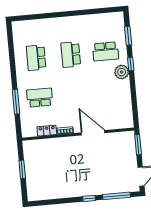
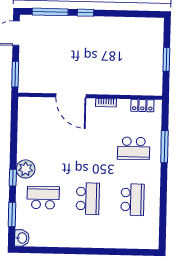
washbasin: (118, 18) -> (22, 238), added
locker: (47, 131) -> (142, 106), moved

